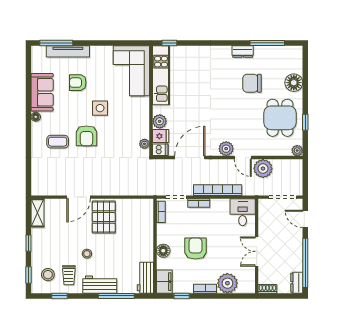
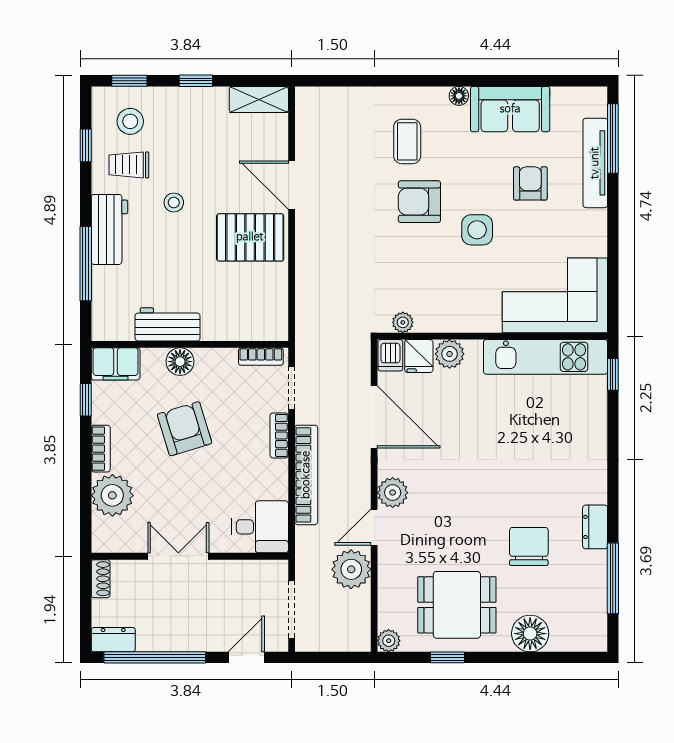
armchair: (195, 249) -> (185, 429), turned -107
workbench: (145, 278) -> (168, 324), moved

